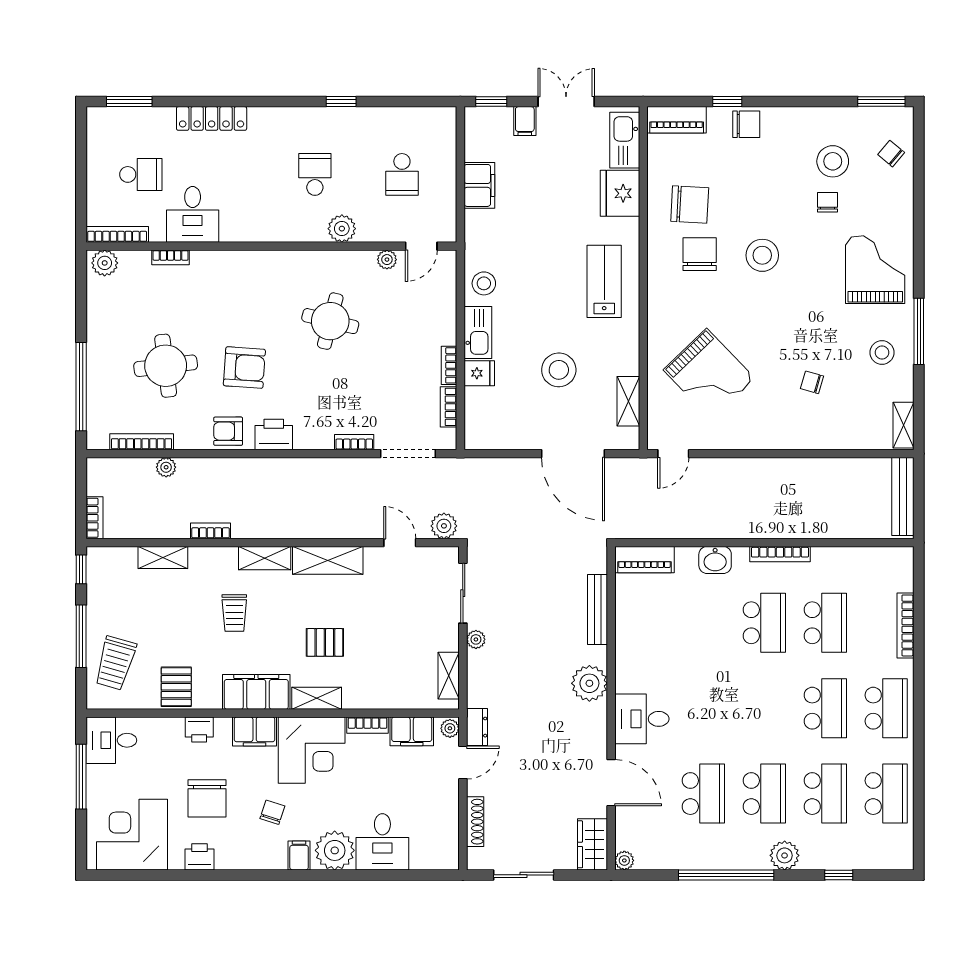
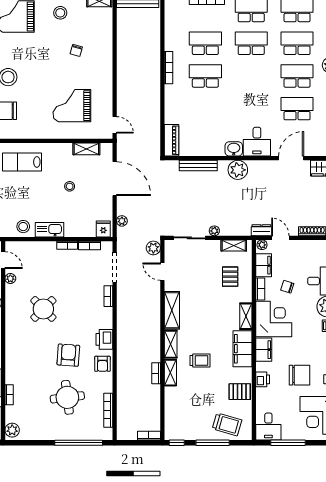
round table: (330, 321) -> (43, 309), turned 31
stool: (559, 370) -> (70, 186), width x0.53, depth x0.53
fridge: (479, 373) -> (103, 229), moved
grand piano: (709, 374) -> (72, 106), turned -136
door: (573, 454) -> (115, 179), hinge flipped
plant: (166, 467) -> (122, 221), moved
door: (400, 543) -> (162, 272), hinge flipped
shelving: (163, 558) -> (170, 373), moved
washbasin: (715, 560) -> (234, 149), moved, turned -90
pallet: (325, 642) -> (230, 277), moved
chair: (272, 812) -> (287, 287), moved

